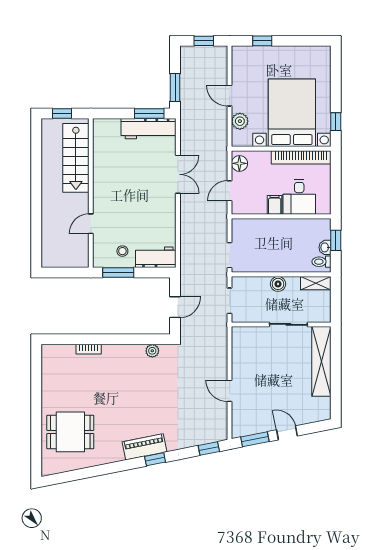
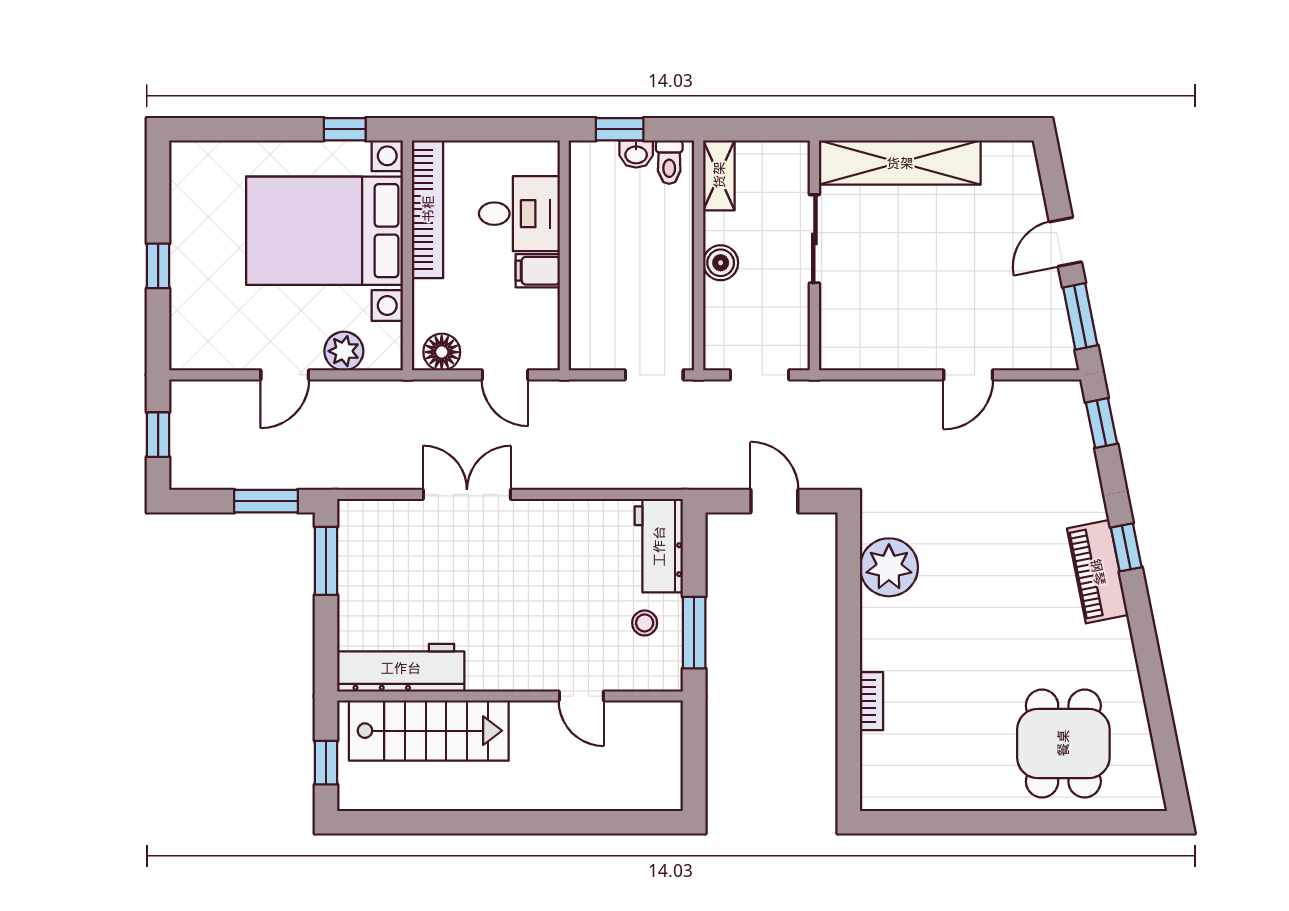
window: (262, 41) -> (158, 266), moved
workbench: (149, 129) -> (401, 668), moved, turned -90
plant: (152, 351) -> (889, 567), width x1.87, depth x1.87

